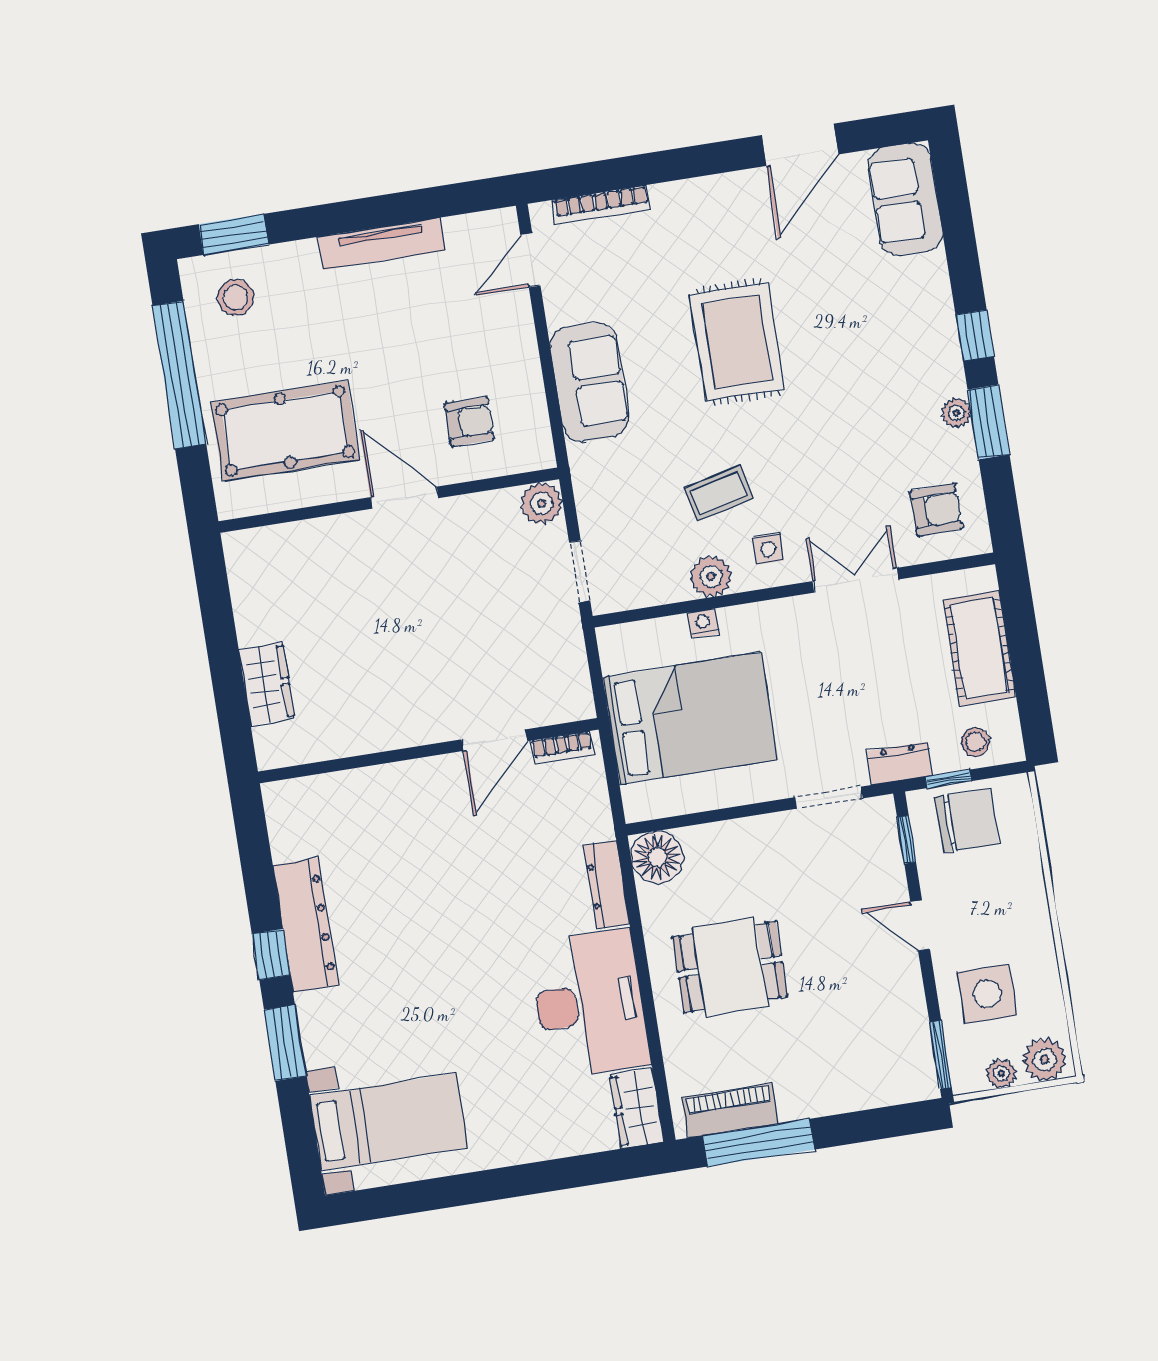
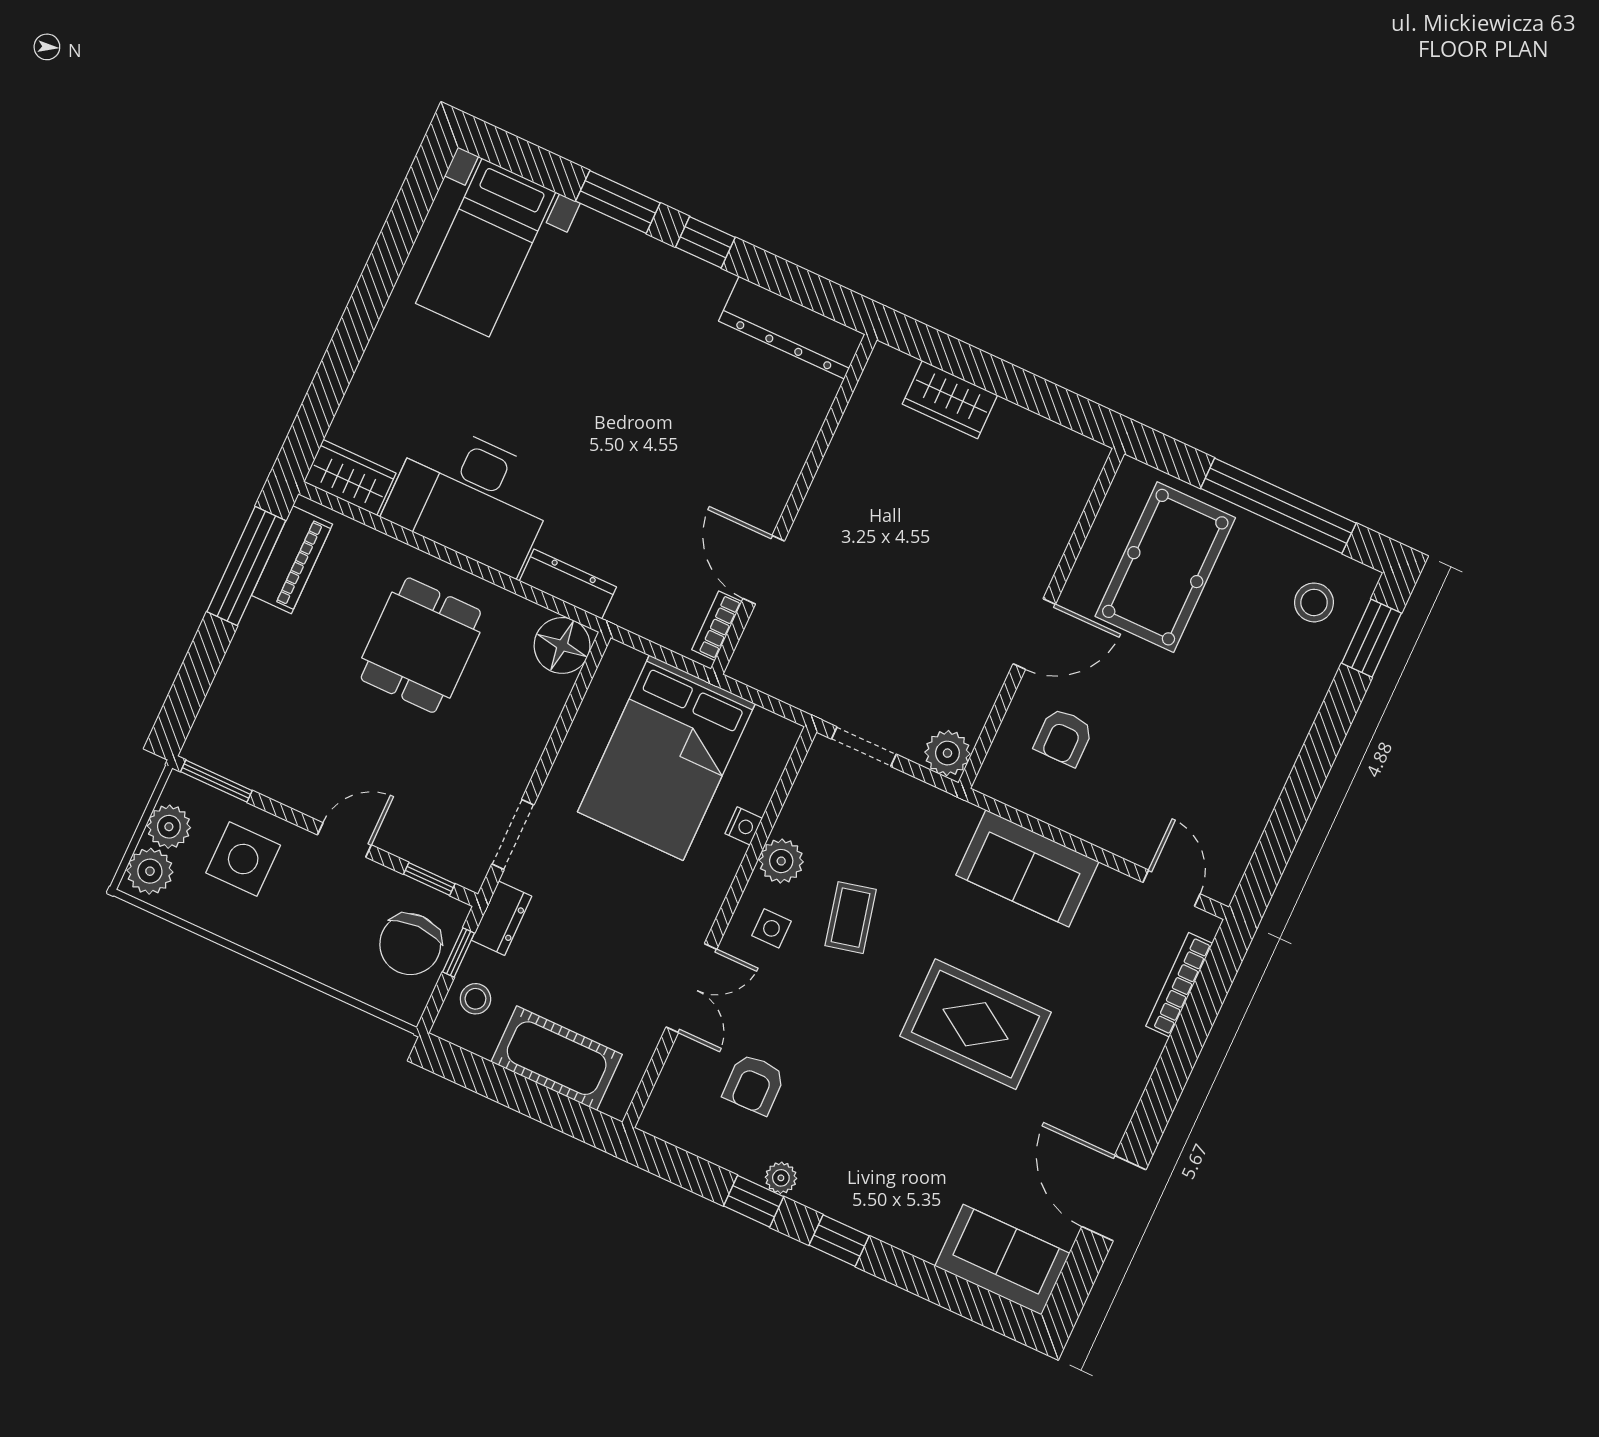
tv unit: (382, 244) -> (1275, 765), removed
window: (988, 422) -> (754, 1201), width x0.67
armchair: (936, 510) -> (754, 1084), moved
dresser: (306, 925) -> (792, 328), moved
plant: (1001, 1073) -> (169, 827), width x1.38, depth x1.38

